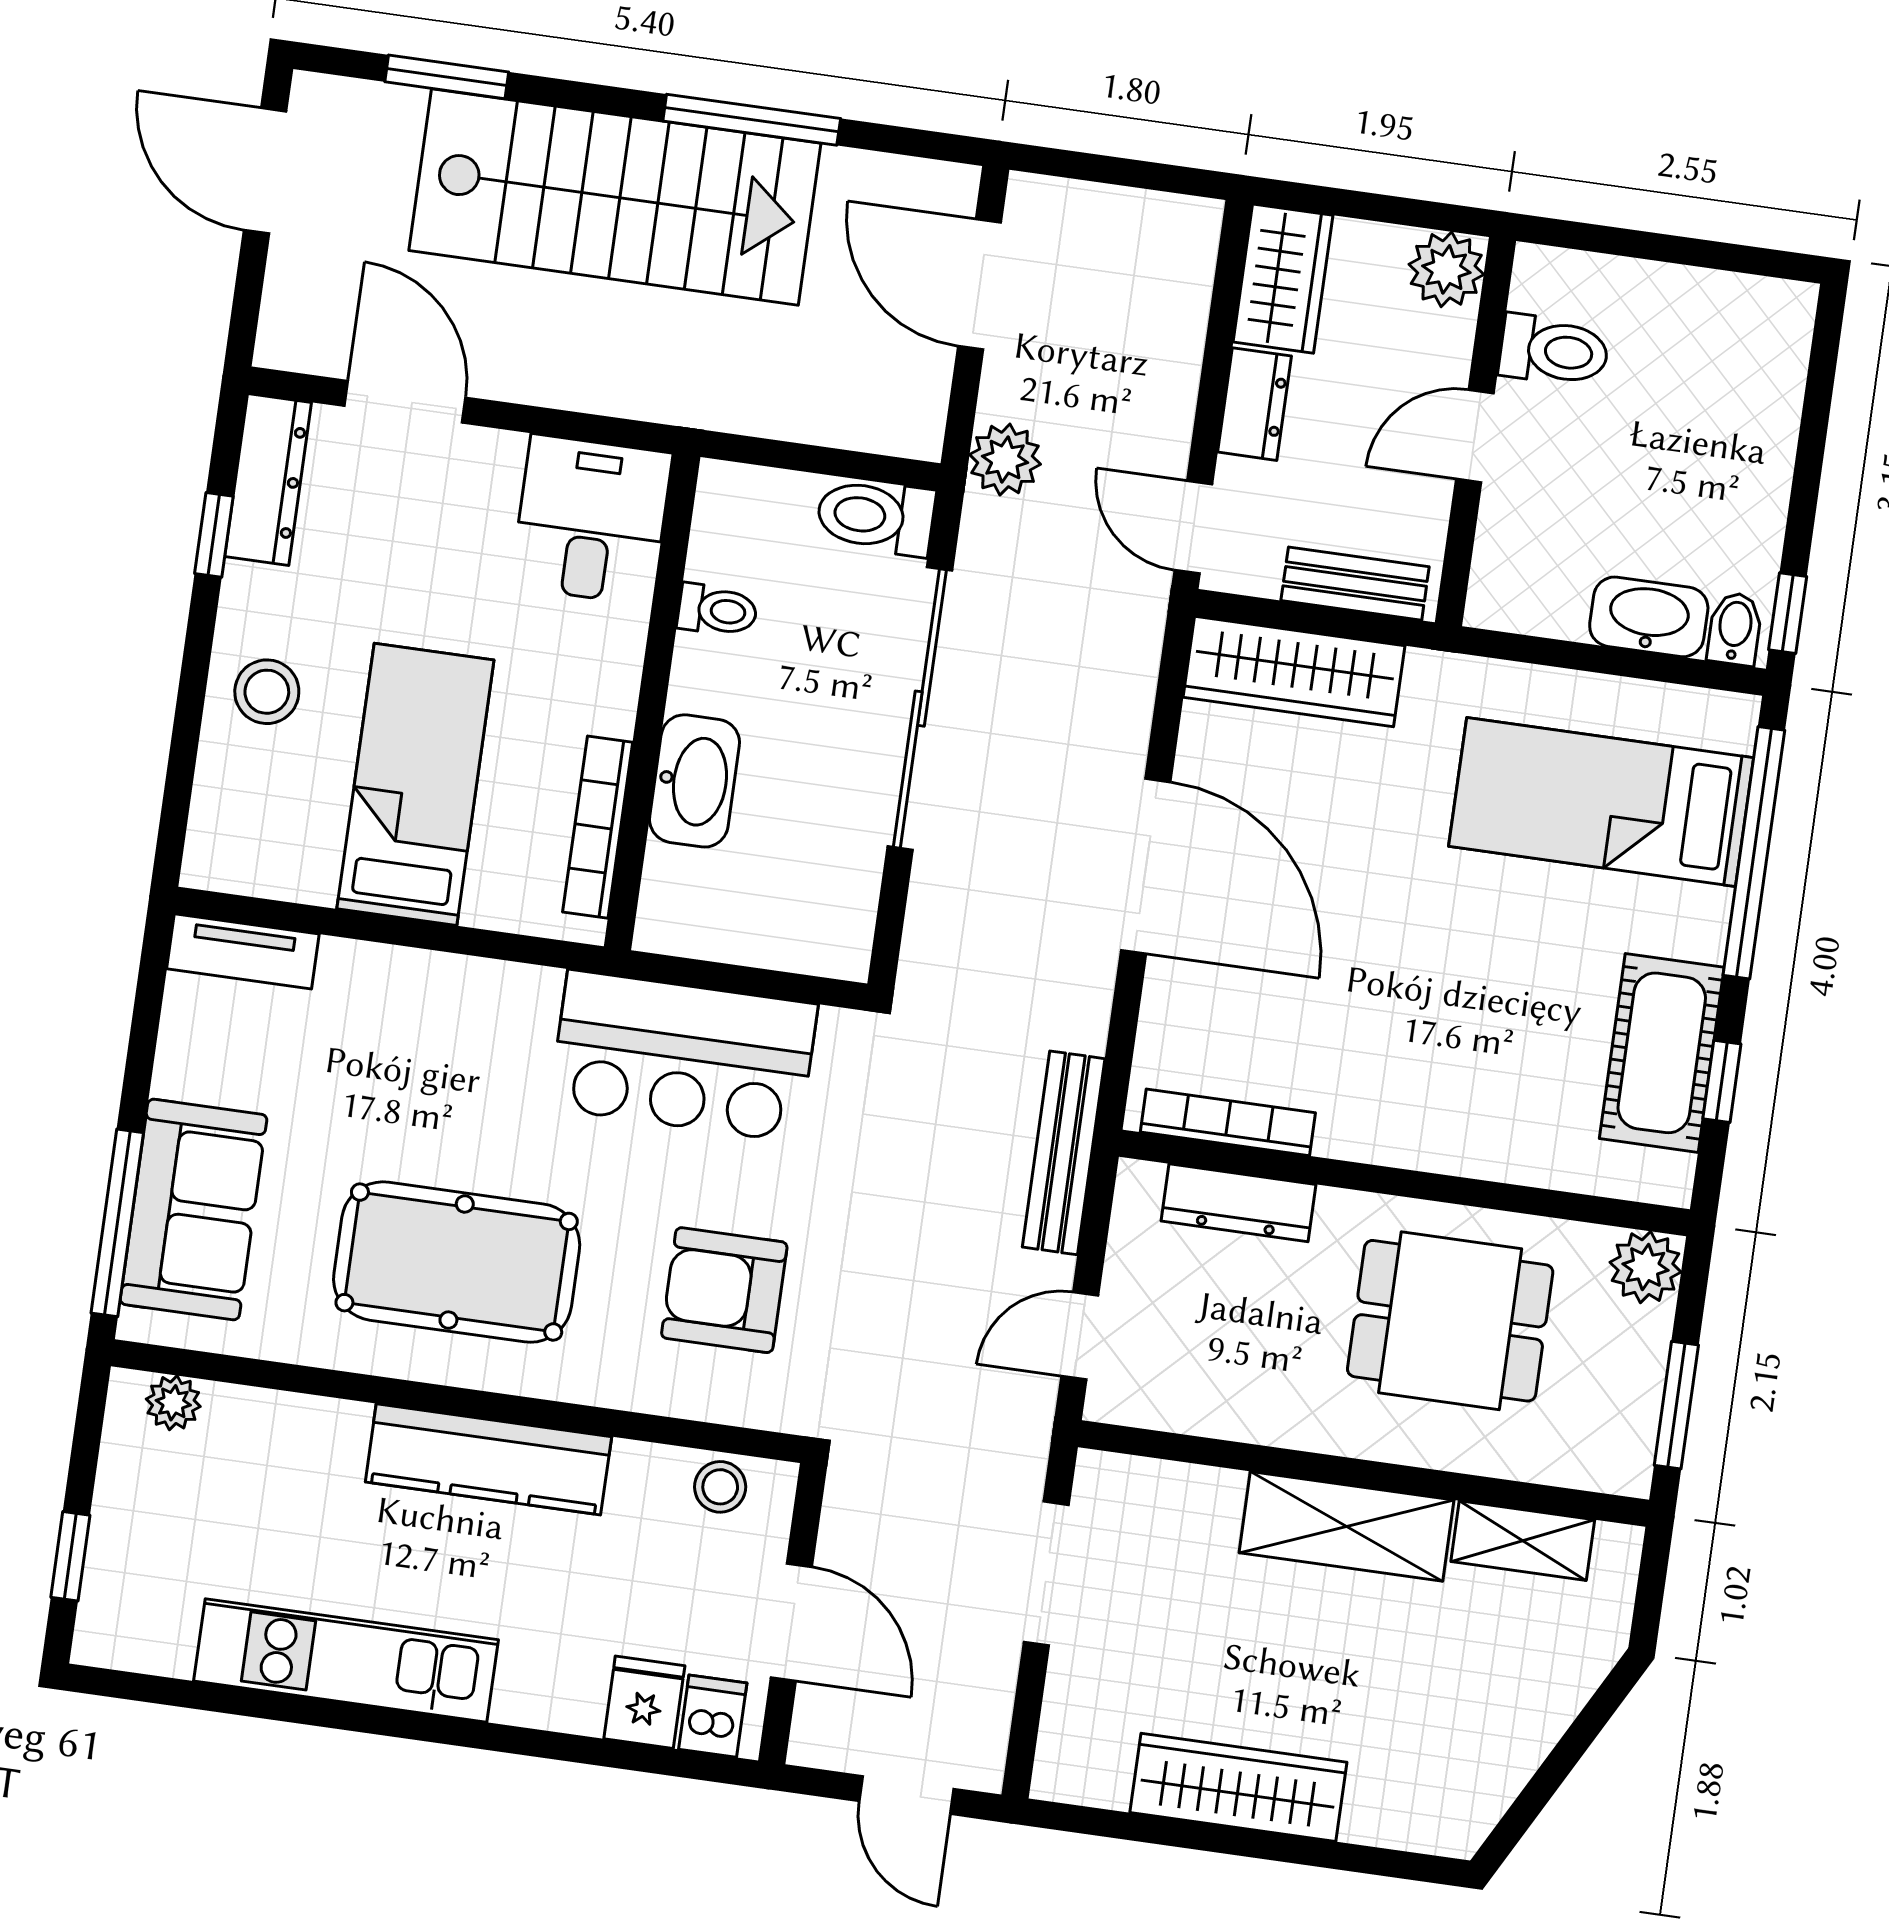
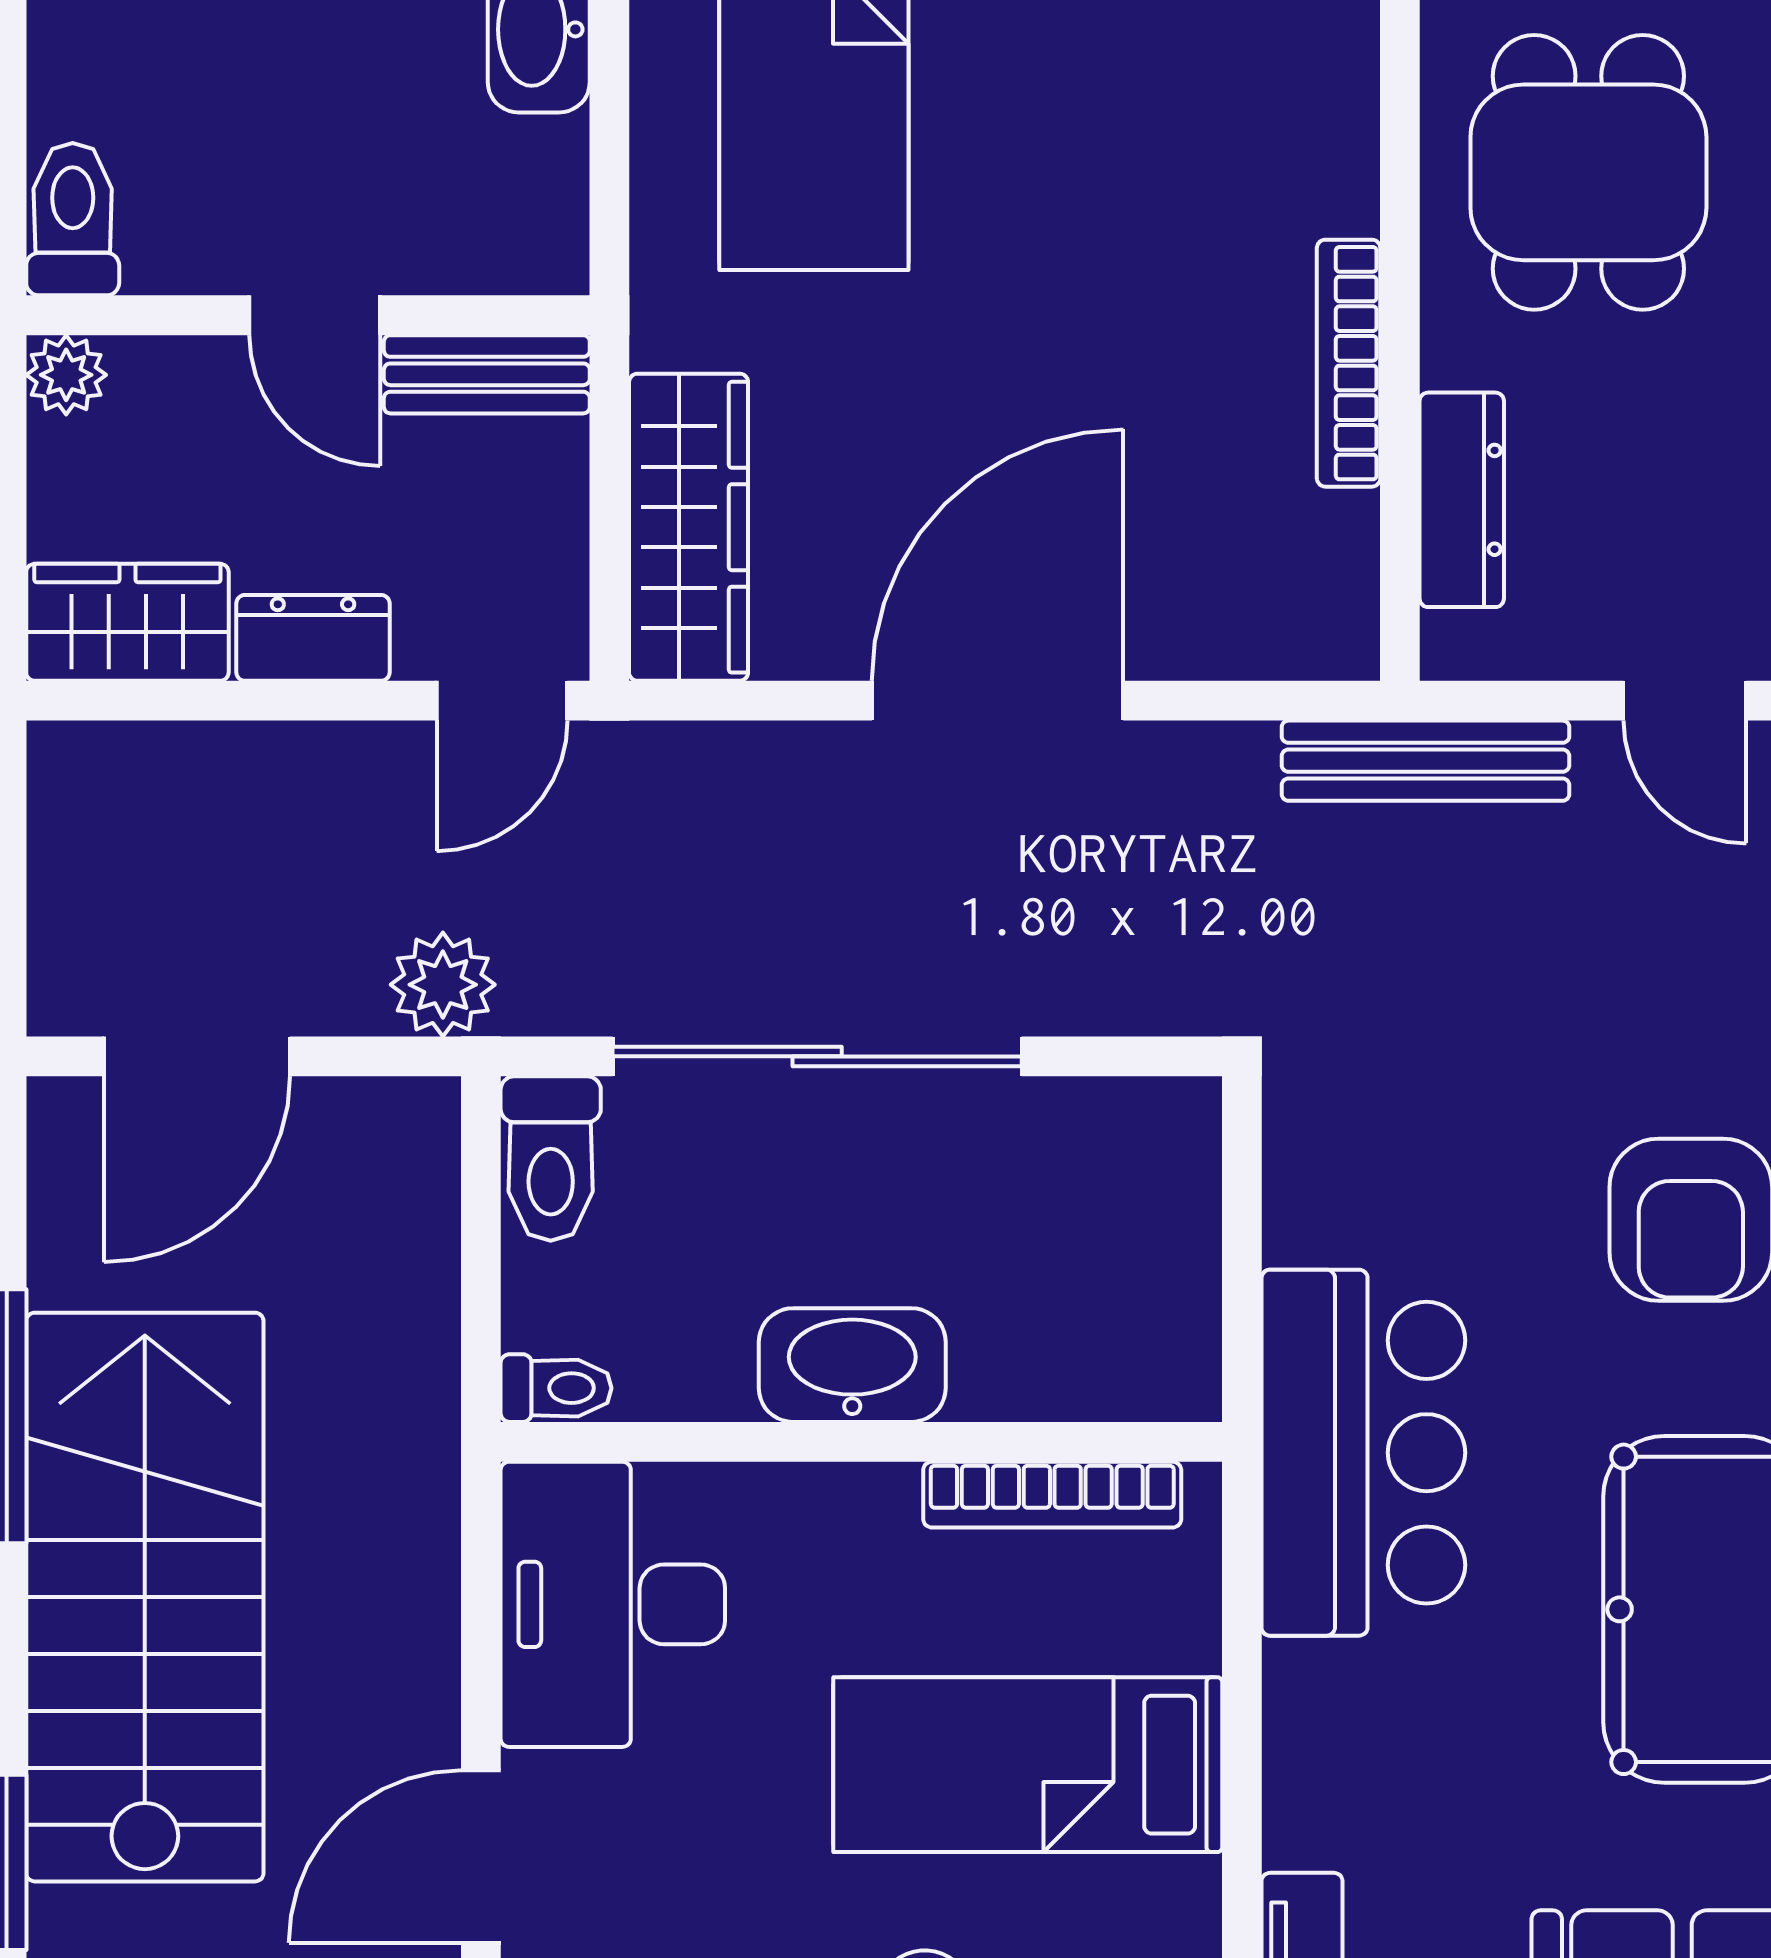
plant: (1446, 269) -> (66, 375), width x0.73, depth x0.73
toilet: (1554, 351) -> (73, 219), moved
desk: (591, 520) -> (613, 1604), width x1.37
bench: (1355, 584) -> (487, 374), moved, turned 90
toilet: (717, 610) -> (556, 1388), moved, turned 90
washbasin: (695, 781) -> (852, 1365), moved
bar counter: (683, 1056) -> (1363, 1453), moved
bookcase: (1228, 1122) -> (1349, 363), moved

